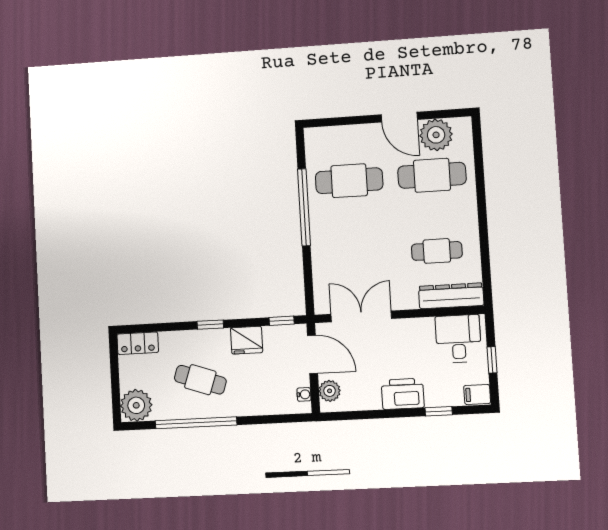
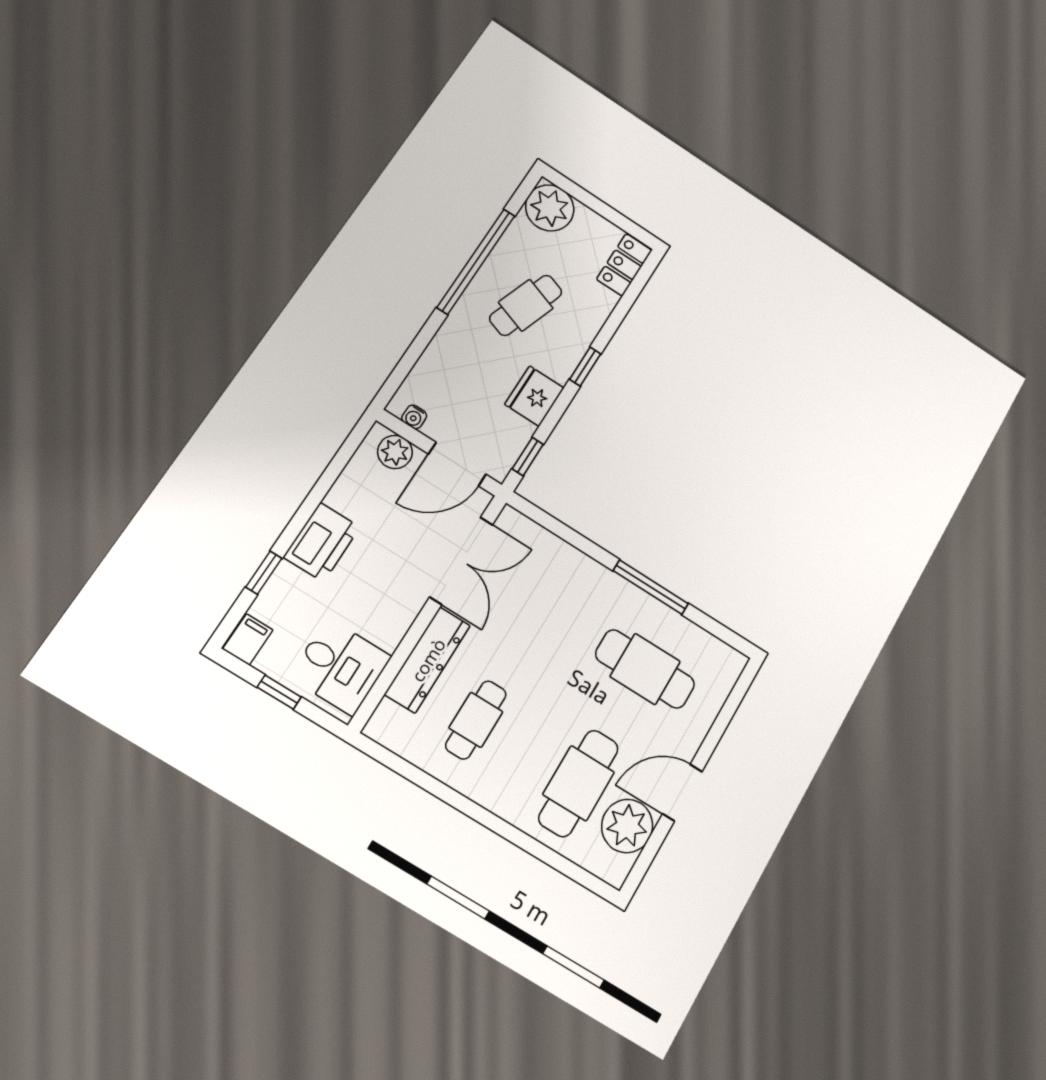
cafe table: (349, 181) -> (645, 669), turned 90
window: (304, 207) -> (651, 587), width x0.68
dresser: (451, 296) -> (428, 660), moved

